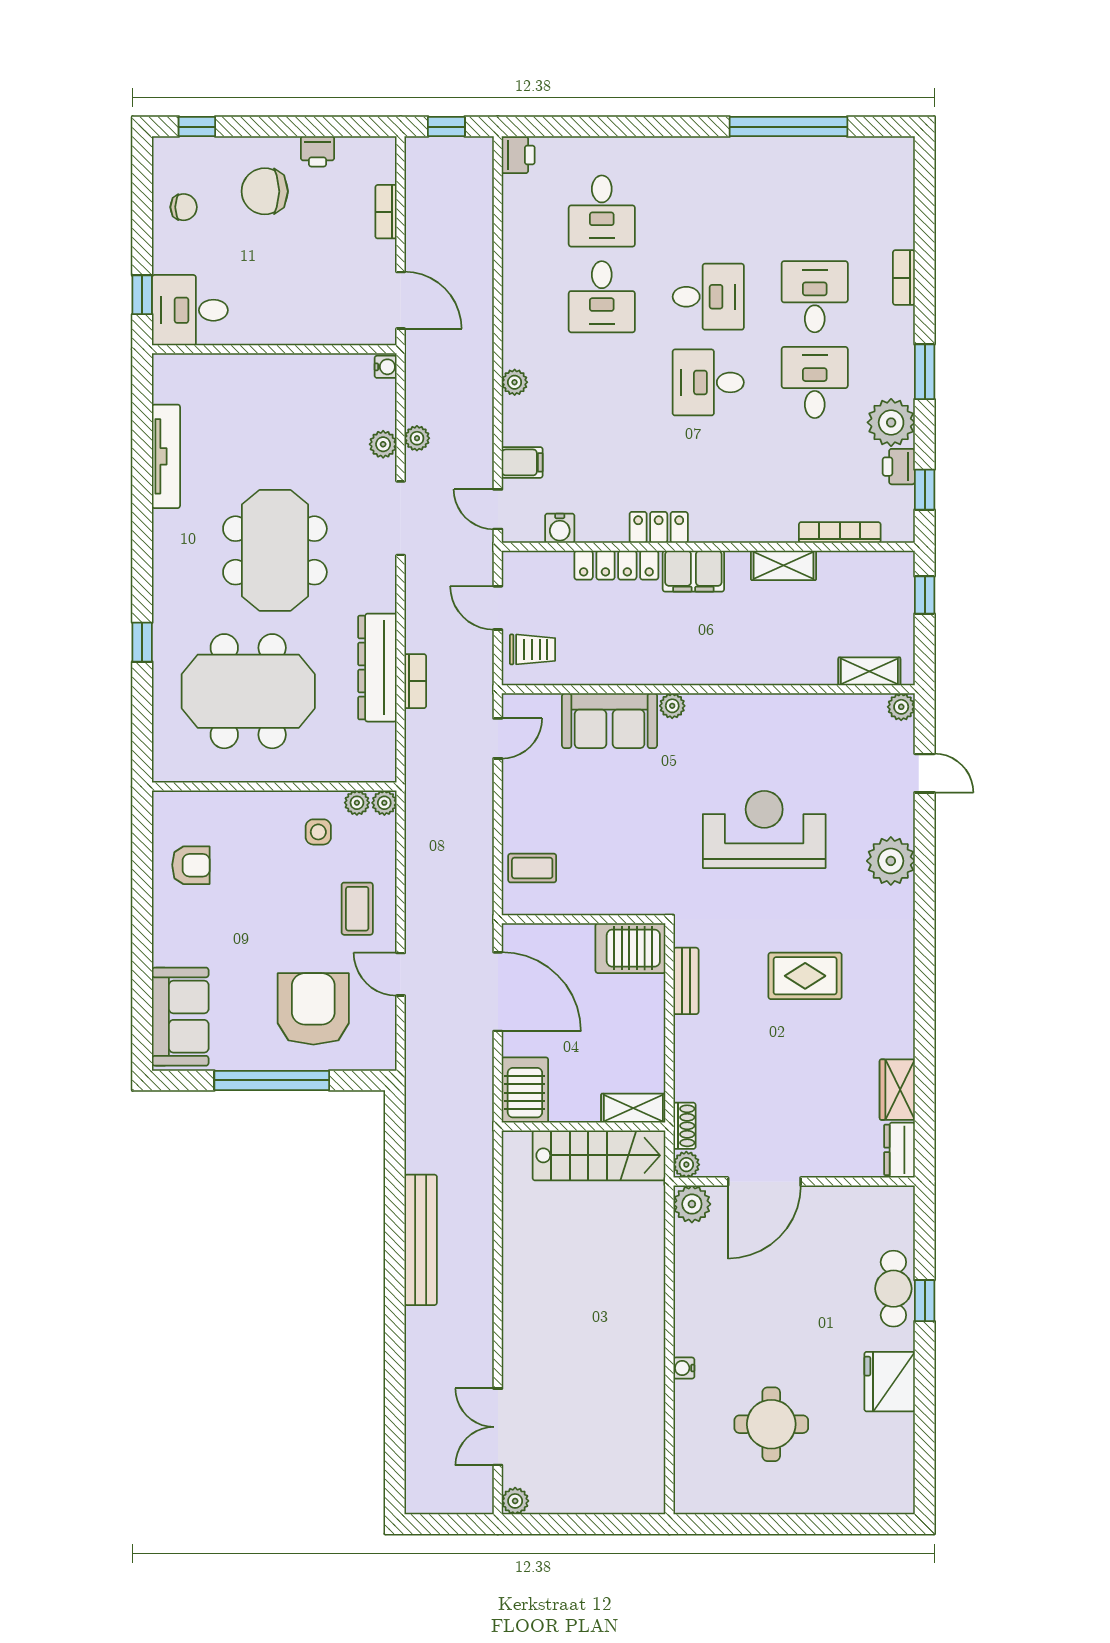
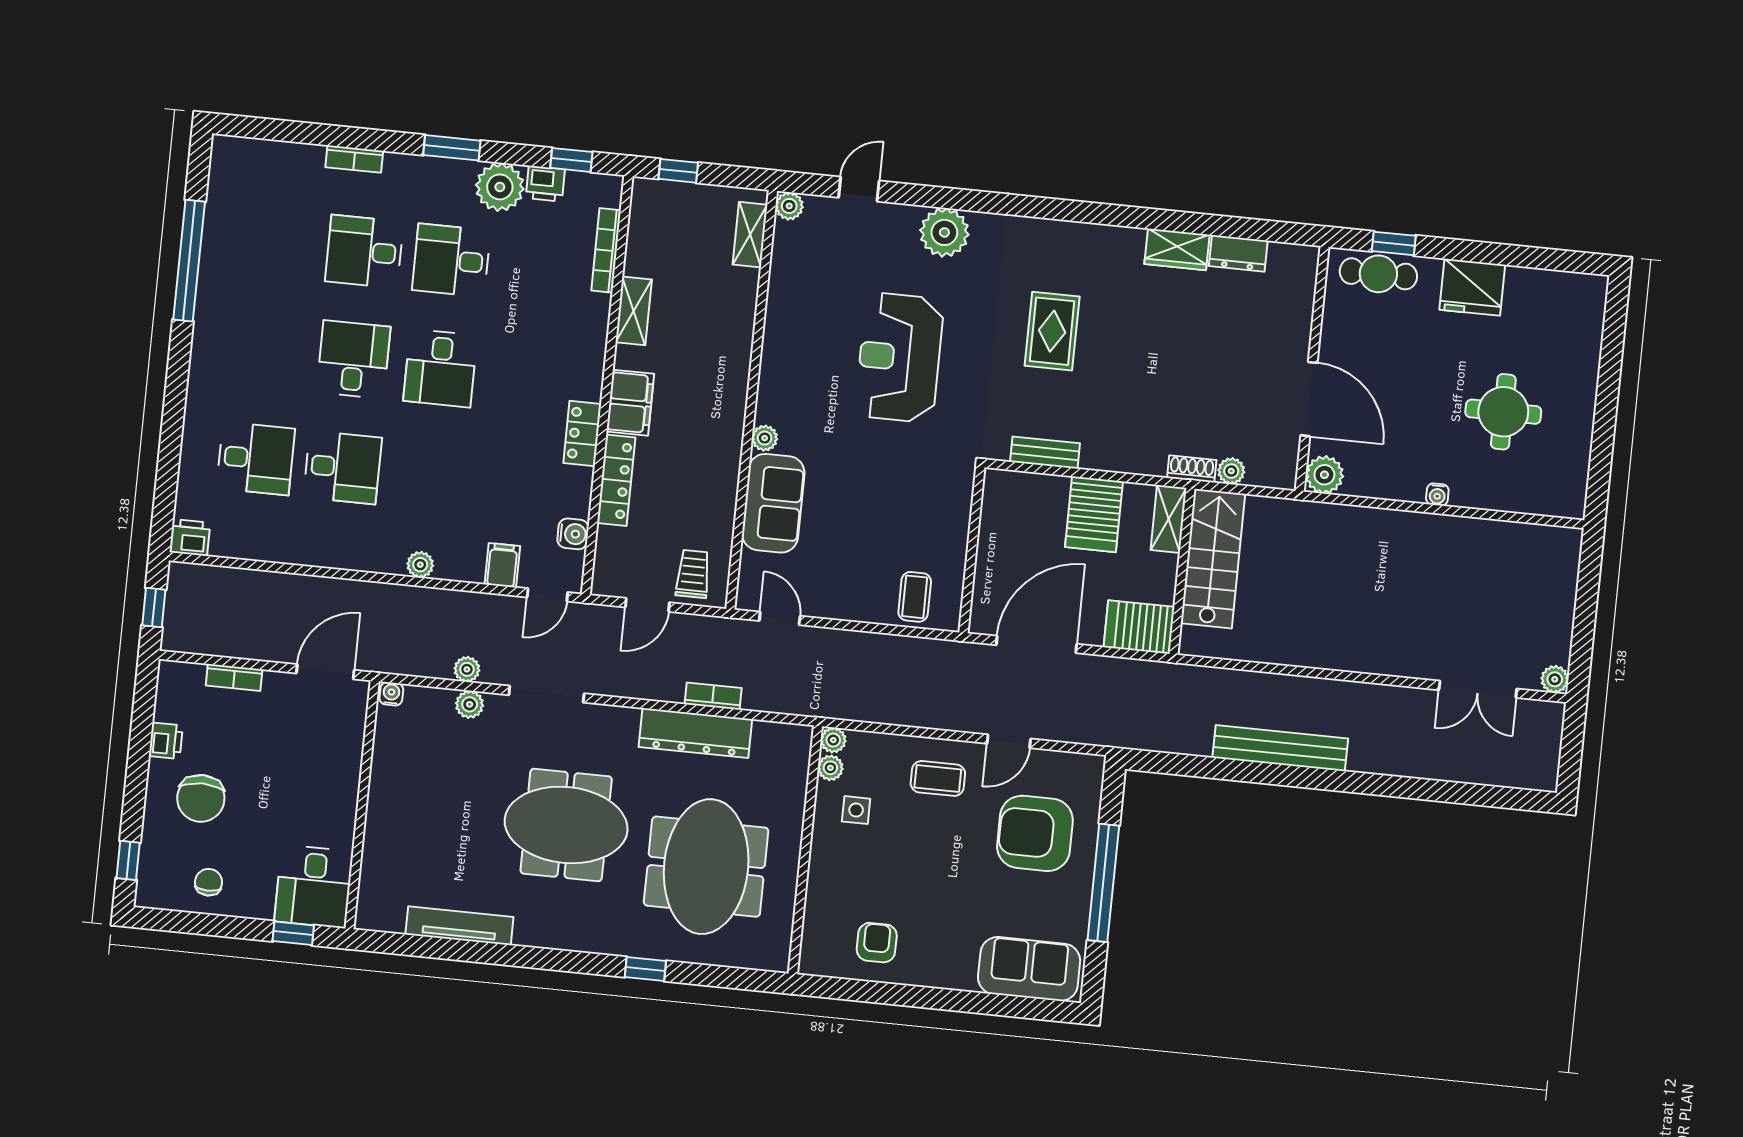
server rack: (630, 948) -> (1094, 514), moved
door: (764, 1182) -> (1309, 399), moved
wall: (794, 1182) -> (1312, 369), moved
plant: (692, 1204) -> (1324, 475), moved

